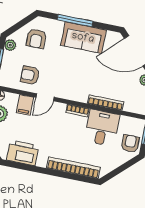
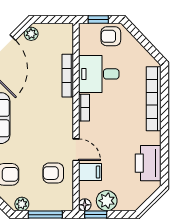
armchair: (30, 75) -> (53, 173), turned 90

